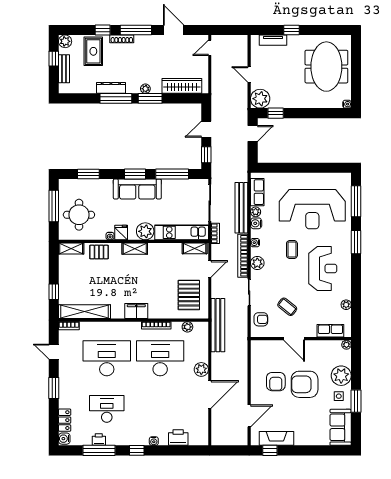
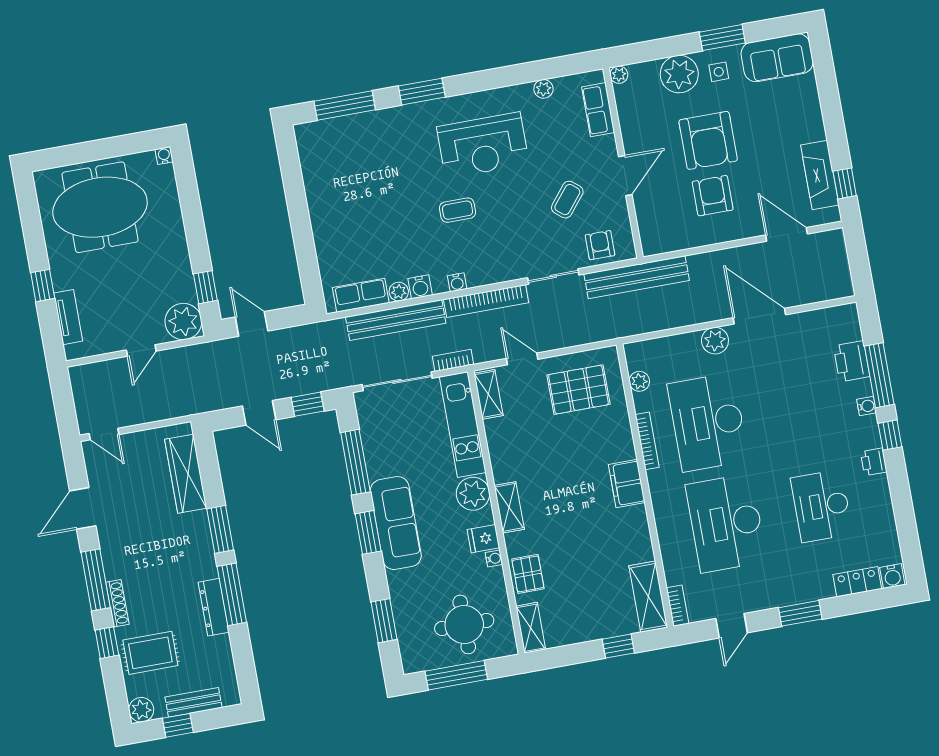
plant: (145, 89) -> (203, 542), removed
reception desk: (312, 209) -> (374, 185), removed
plant: (257, 263) -> (495, 271), removed
reception desk: (323, 269) -> (483, 145), turned 180
shelving: (85, 312) -> (648, 597), width x0.68
bench: (218, 325) -> (637, 277), moved
armchair: (276, 382) -> (713, 196), turned -90
printer: (99, 440) -> (874, 462), moved
window: (99, 450) -> (879, 375), moved

